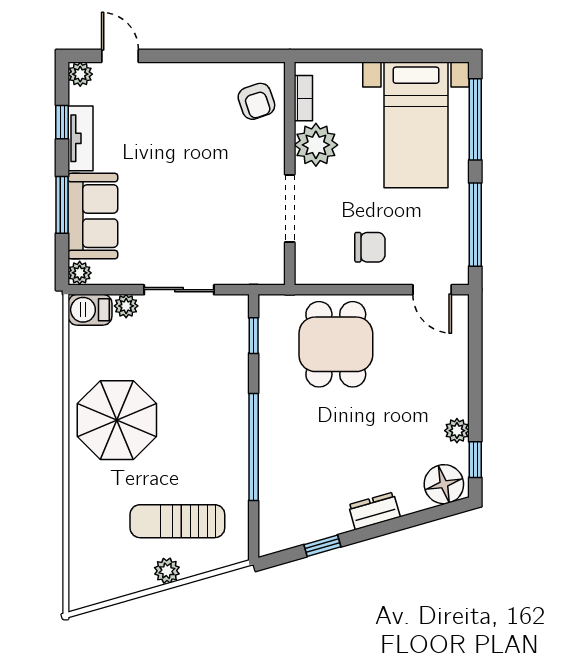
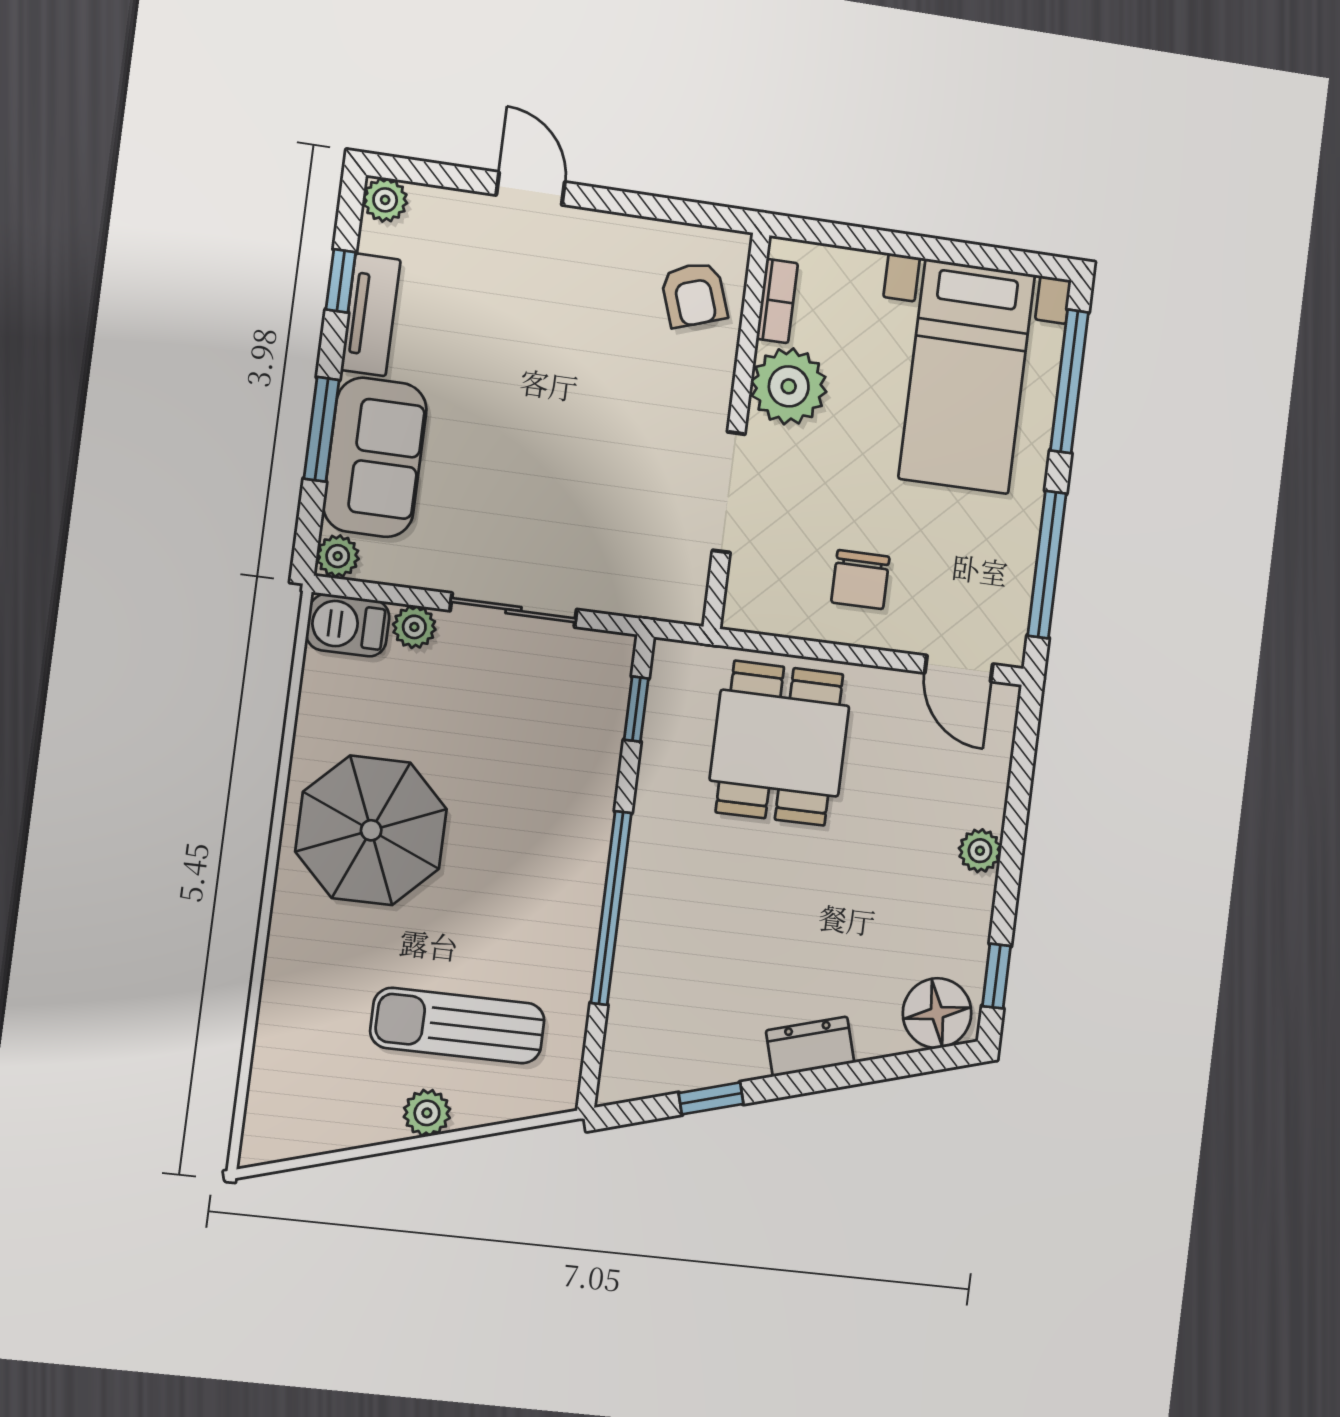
door: (120, 56) -> (530, 188), moved
chair: (370, 247) -> (860, 580), turned 90
plant: (457, 431) -> (980, 851), moved

